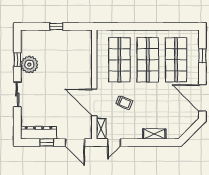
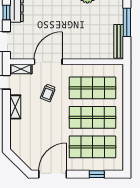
window: (56, 27) -> (127, 22), width x2.17
bench: (75, 34) -> (119, 41), added
shelving: (154, 134) -> (15, 107), moved

